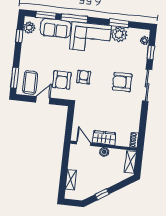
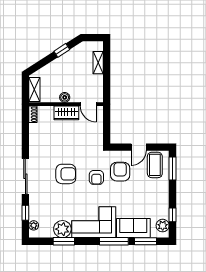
armchair: (122, 82) -> (66, 174), moved

